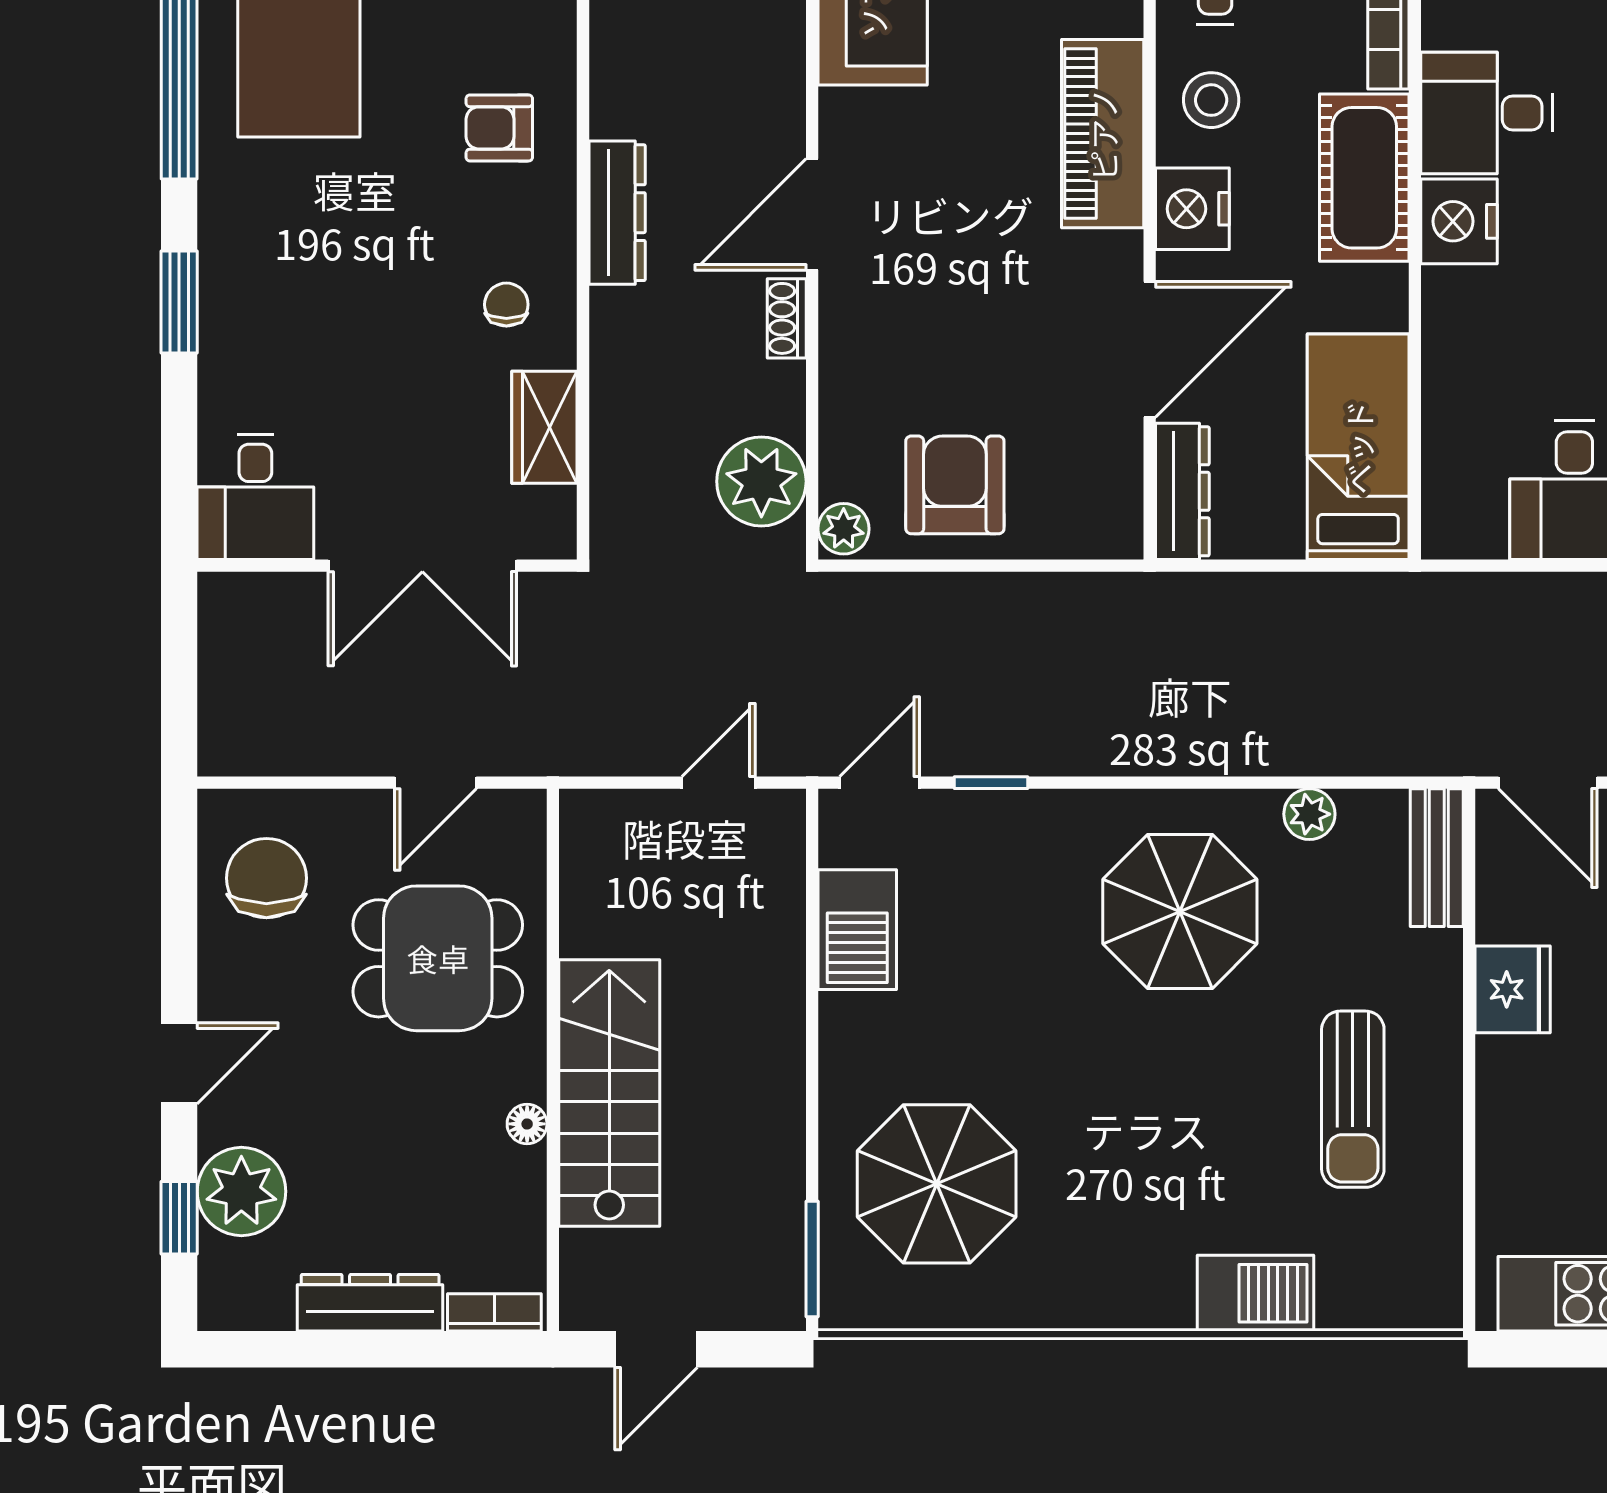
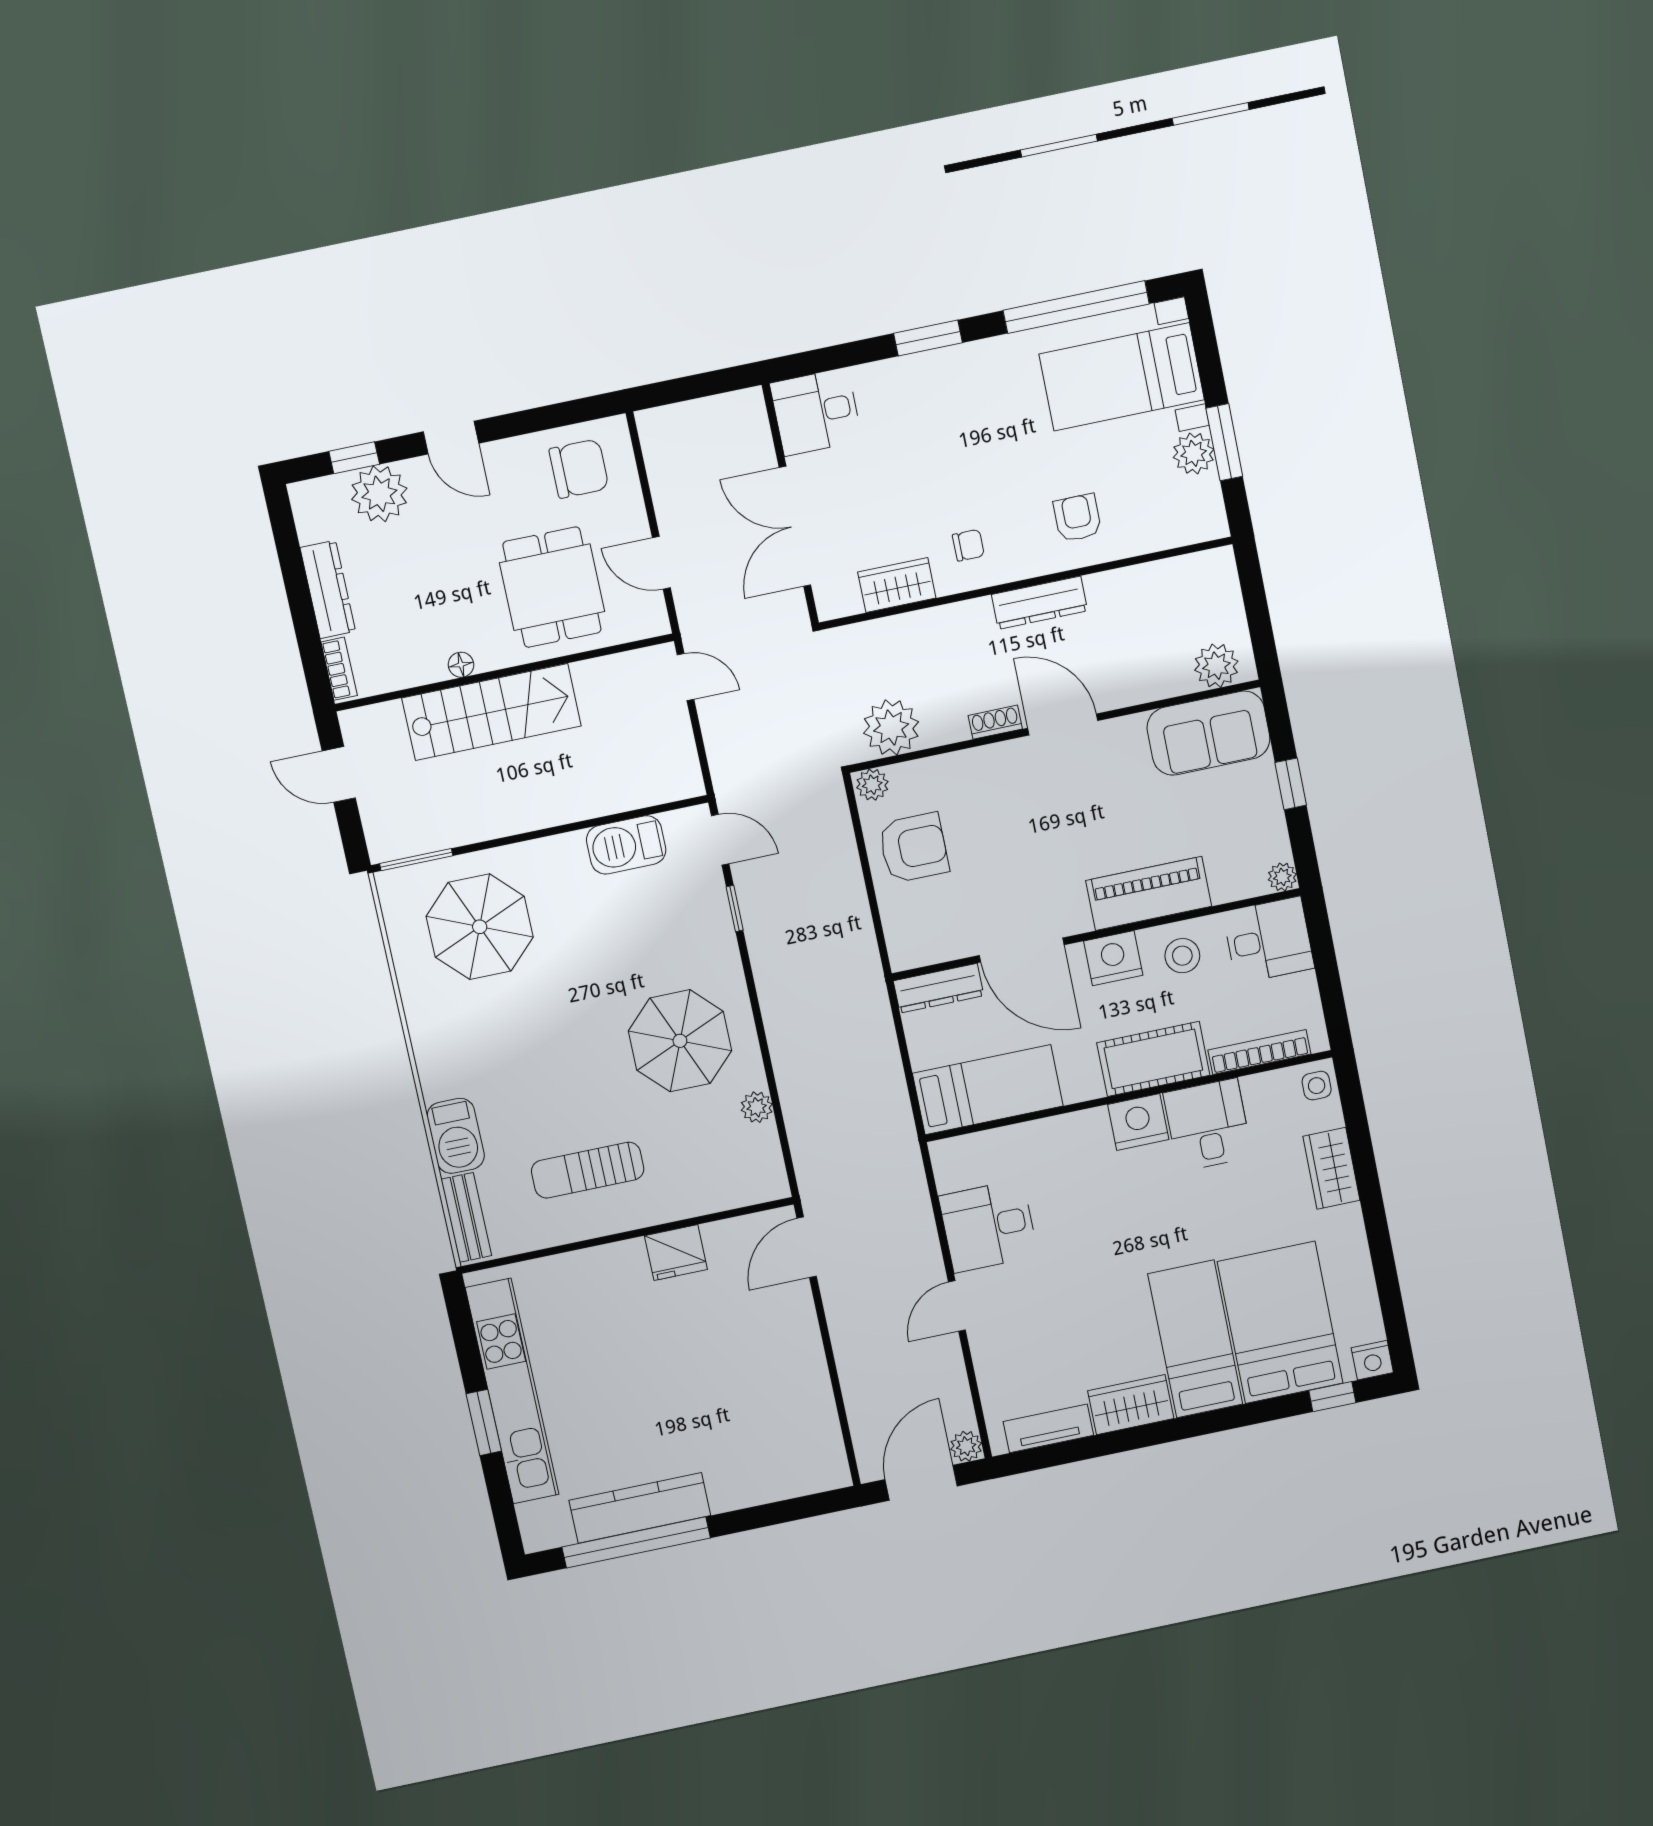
door: (718, 783) -> (686, 677), moved
bench: (1437, 858) -> (466, 1217), moved, turned 90

